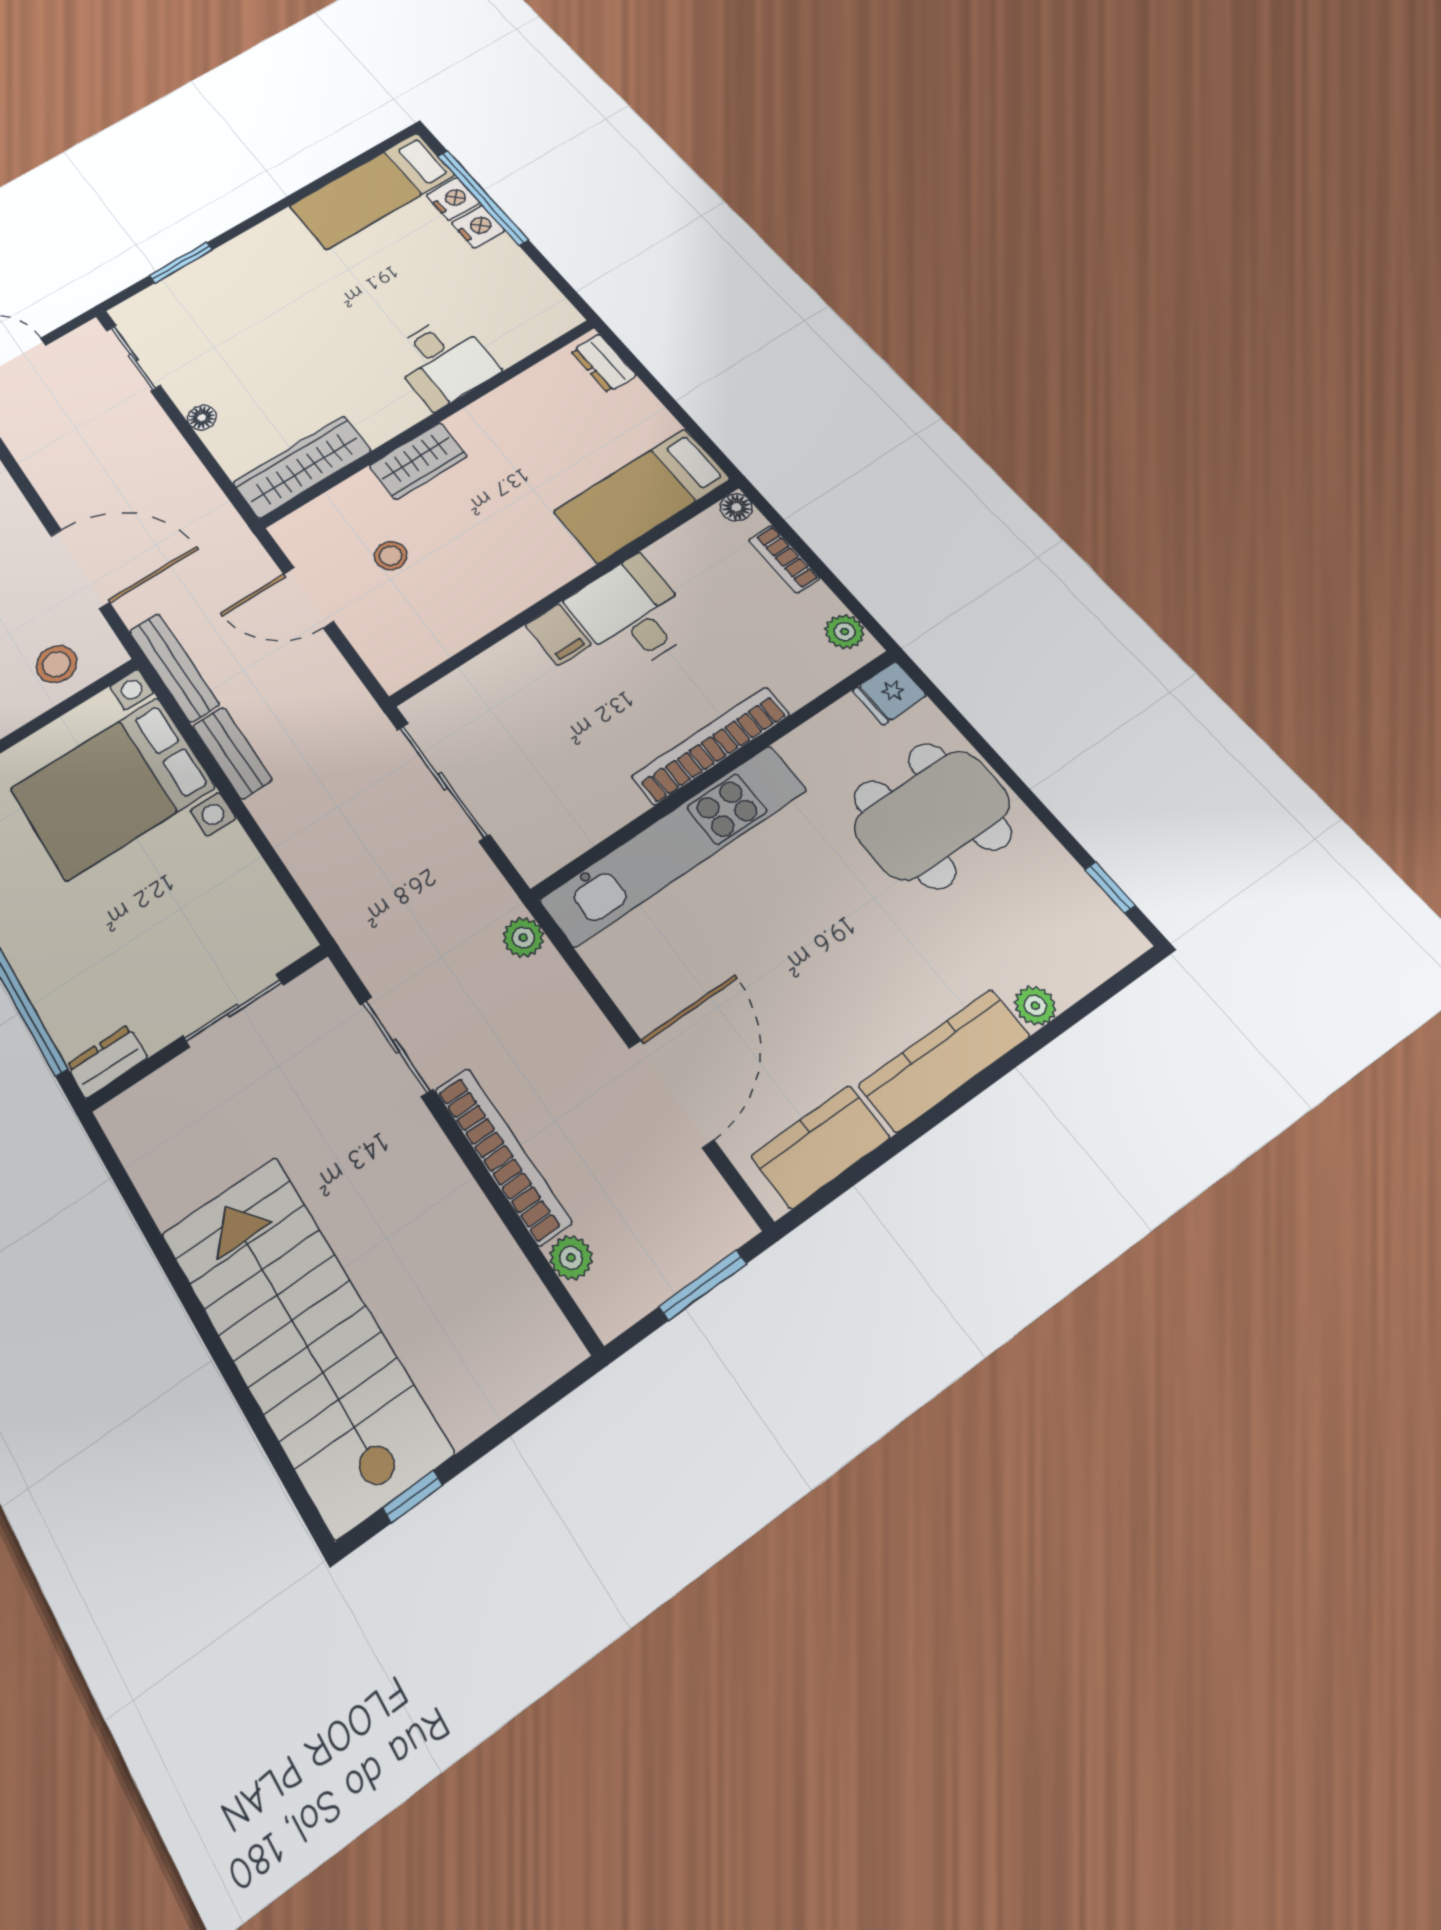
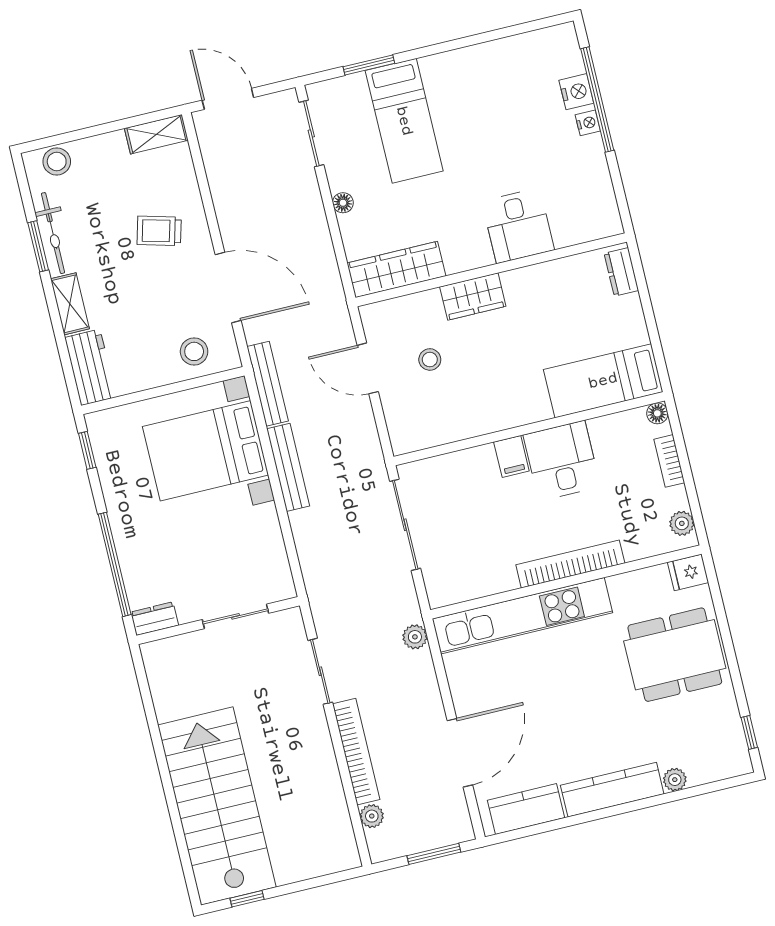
bed: (372, 191) -> (404, 121), moved, turned -90
nightstand: (478, 227) -> (588, 123), width x0.72, depth x0.74
bench: (232, 753) -> (288, 467), width x1.36

